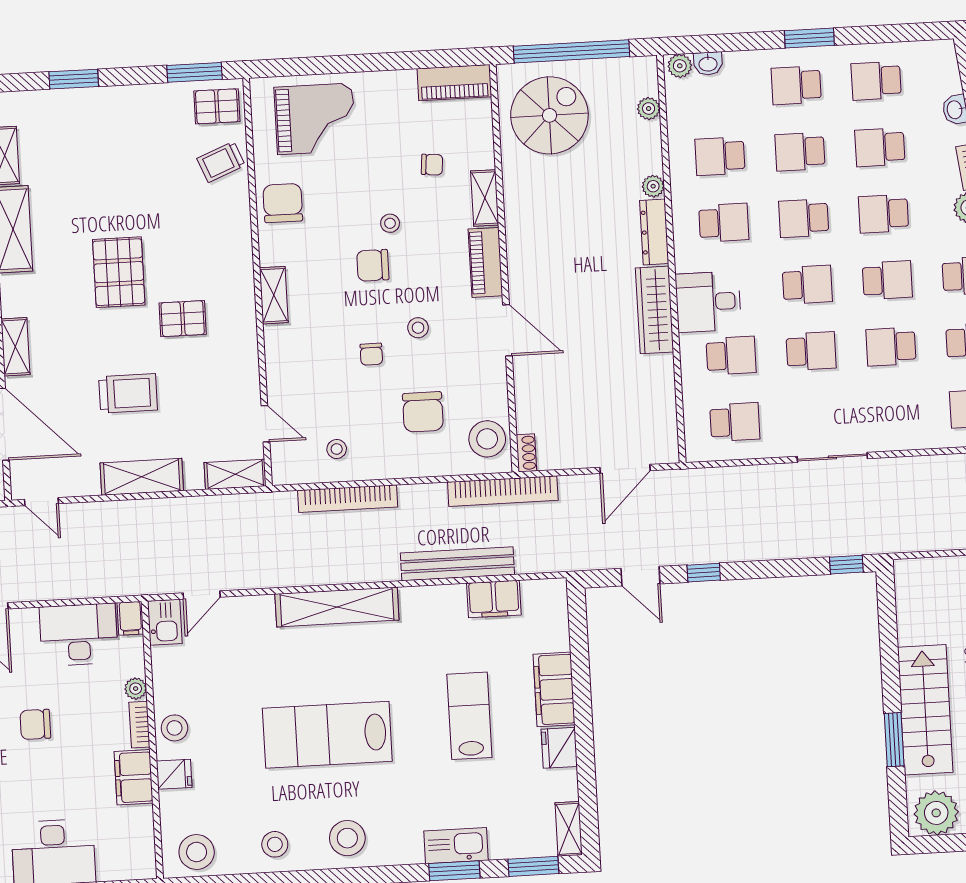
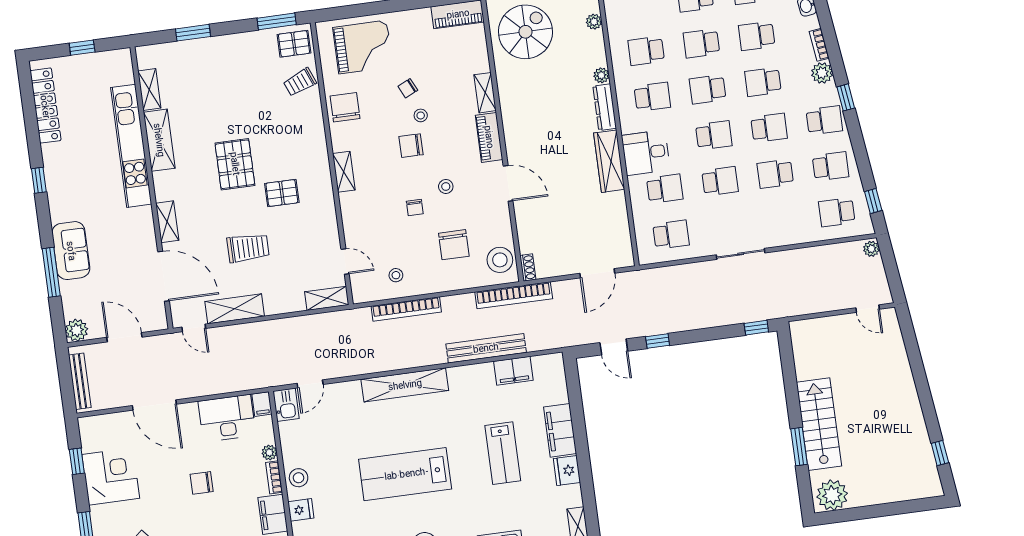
chair: (432, 165) -> (408, 88), moved, turned 150
shelving: (142, 477) -> (235, 309), moved
lab bench: (469, 716) -> (503, 453), turned 180

